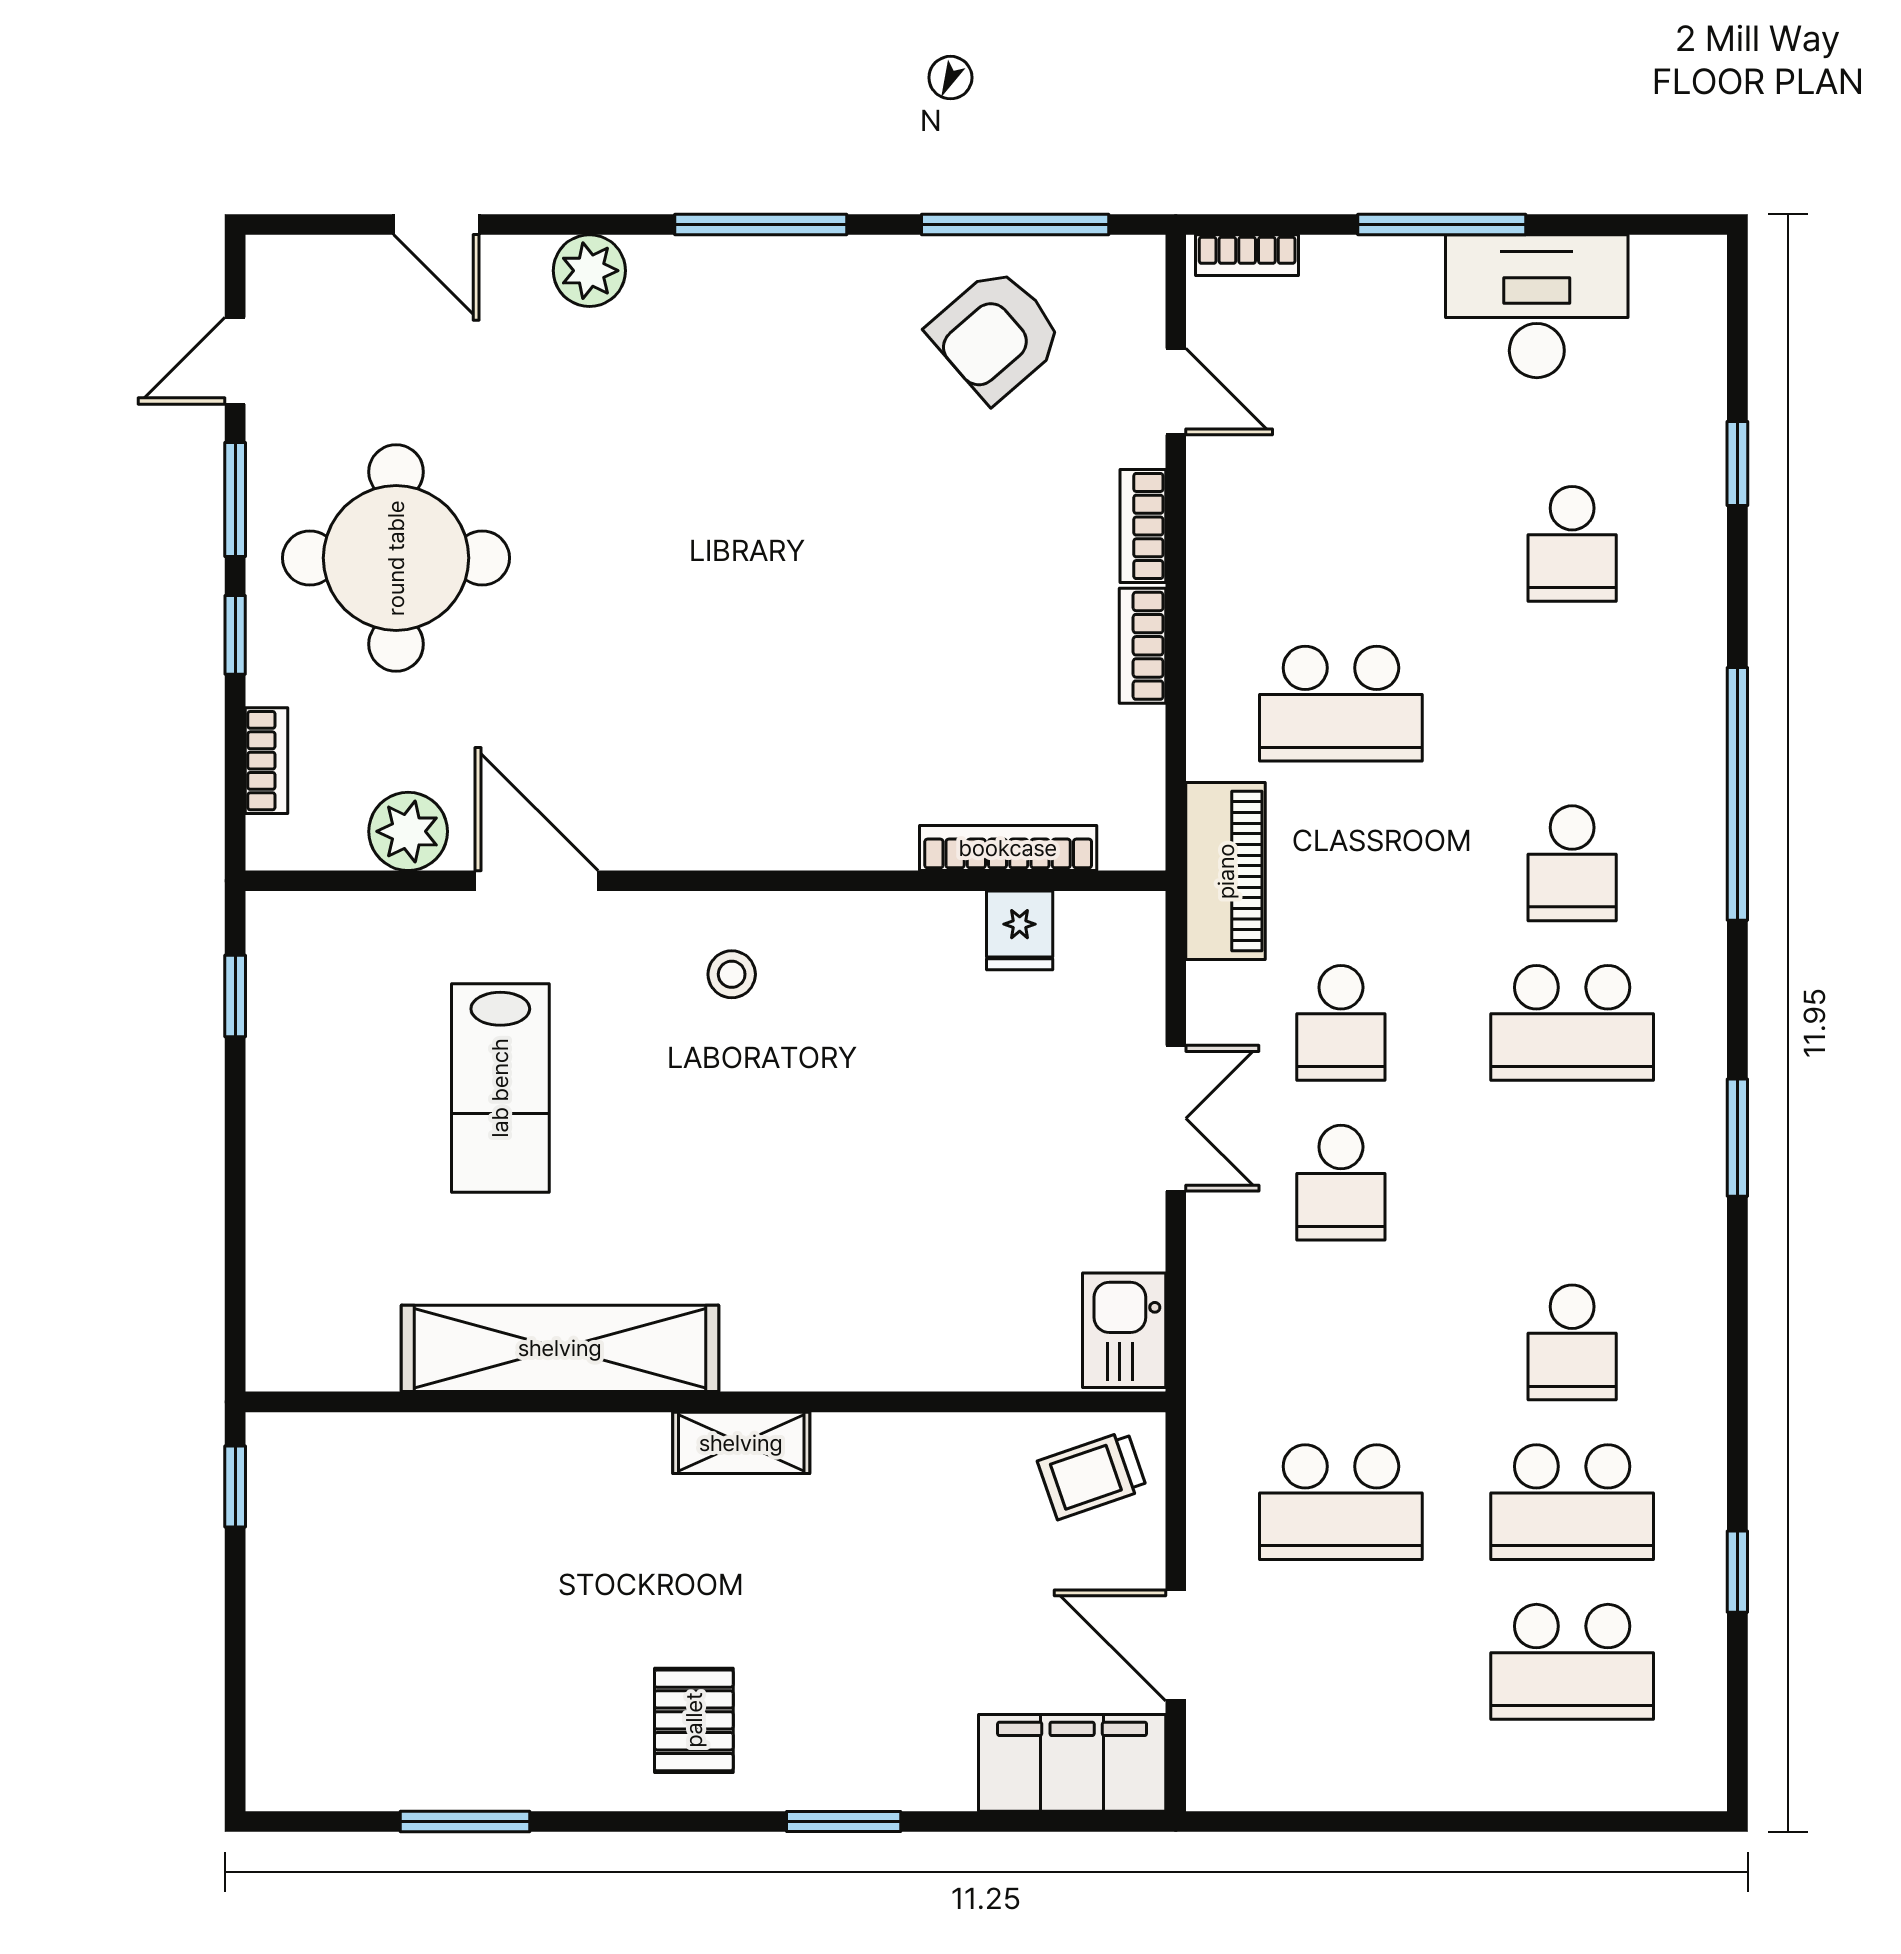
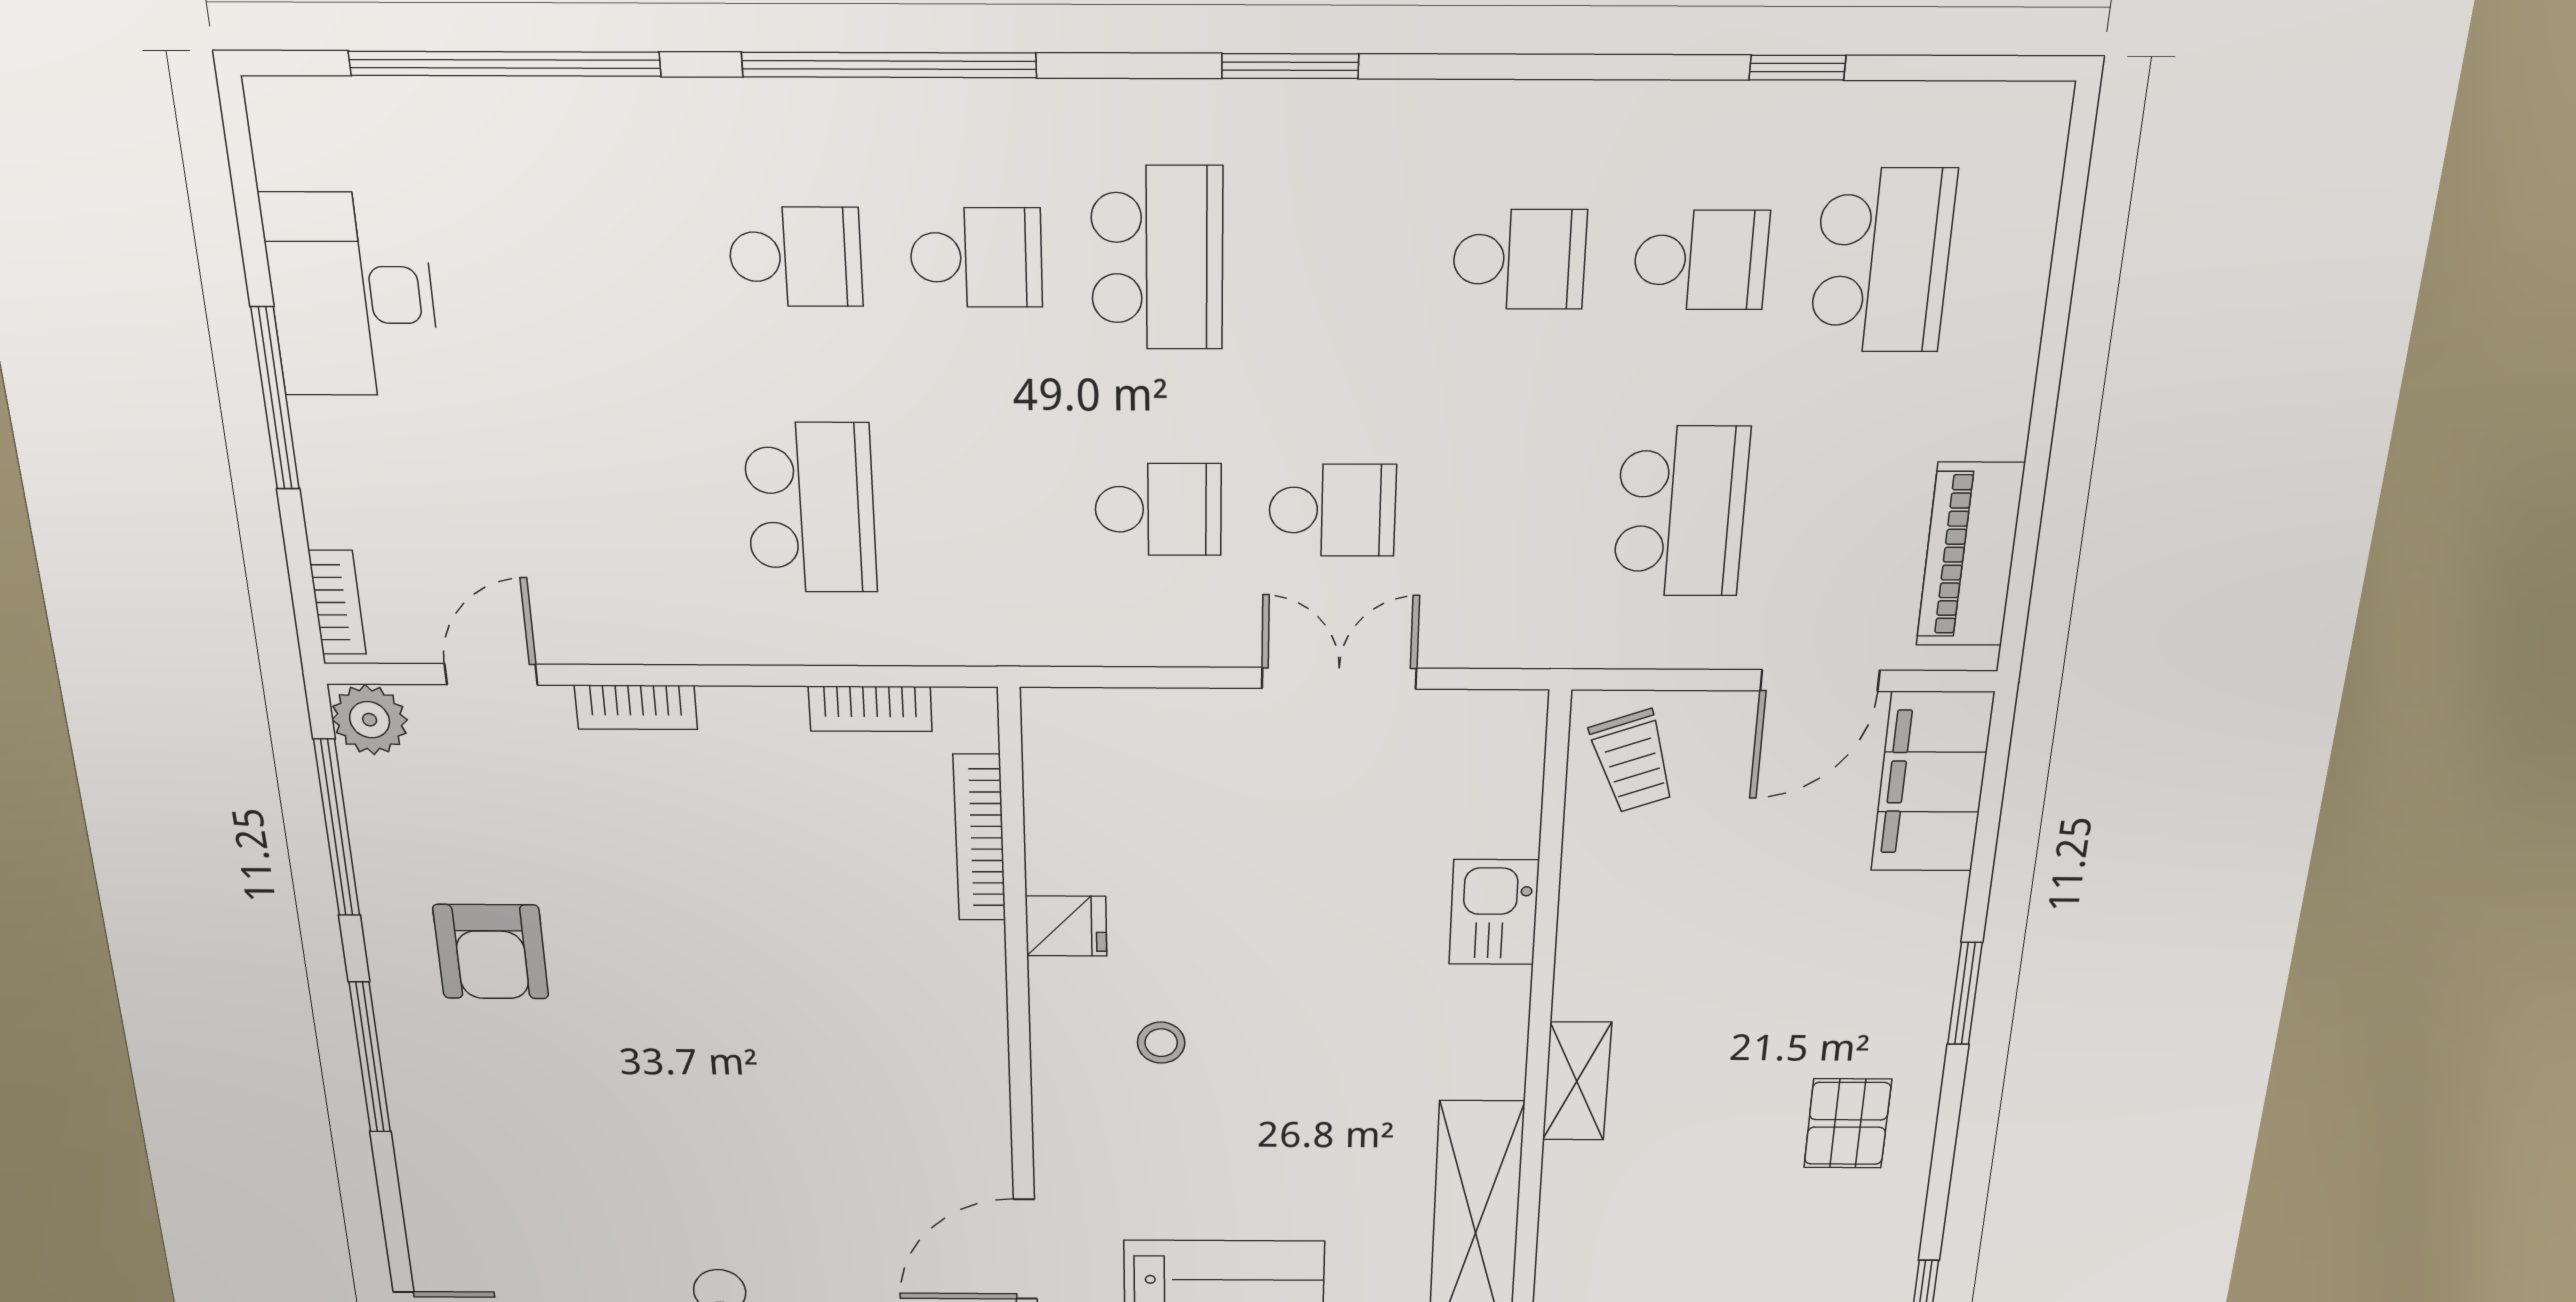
plant: (589, 271) -> (370, 720), moved
armchair: (996, 335) -> (491, 952), moved, turned 41
window: (1737, 464) -> (505, 64), width x3.17
school desk: (1572, 544) -> (796, 257), moved
bookcase: (1142, 646) -> (870, 709), moved
piano: (1226, 871) -> (1970, 555), moved, turned -90
fridge: (1020, 930) -> (1066, 926), moved
stool: (732, 974) -> (1161, 1043), moved
double door: (1176, 1118) -> (1339, 678), moved
kitchen sink: (1124, 1330) -> (1494, 912), moved, turned 90
school desk: (1572, 1502) -> (1701, 260), width x0.54
pallet: (694, 1720) -> (1848, 1123), turned 90

